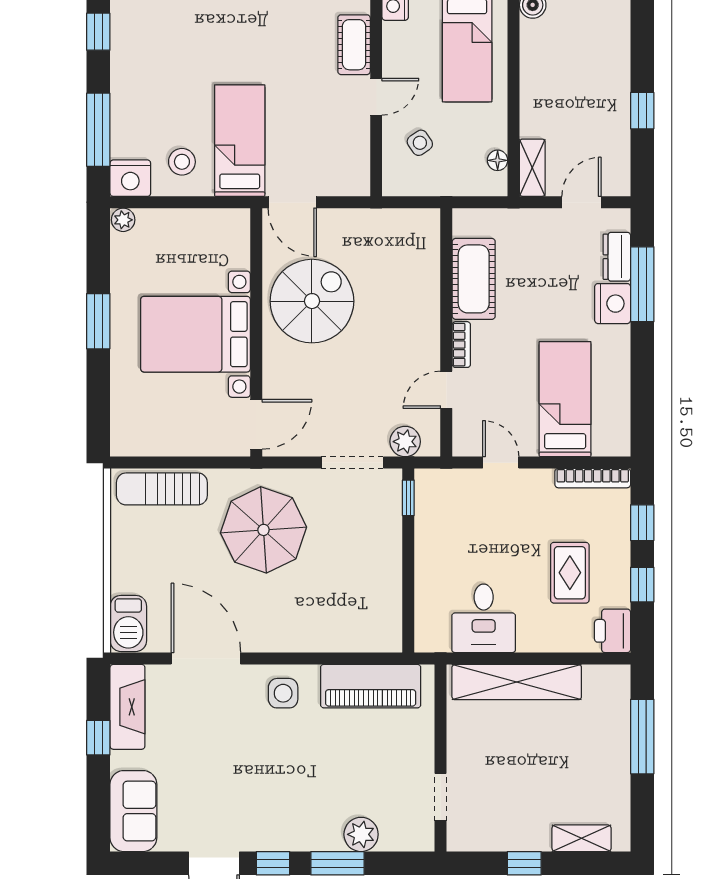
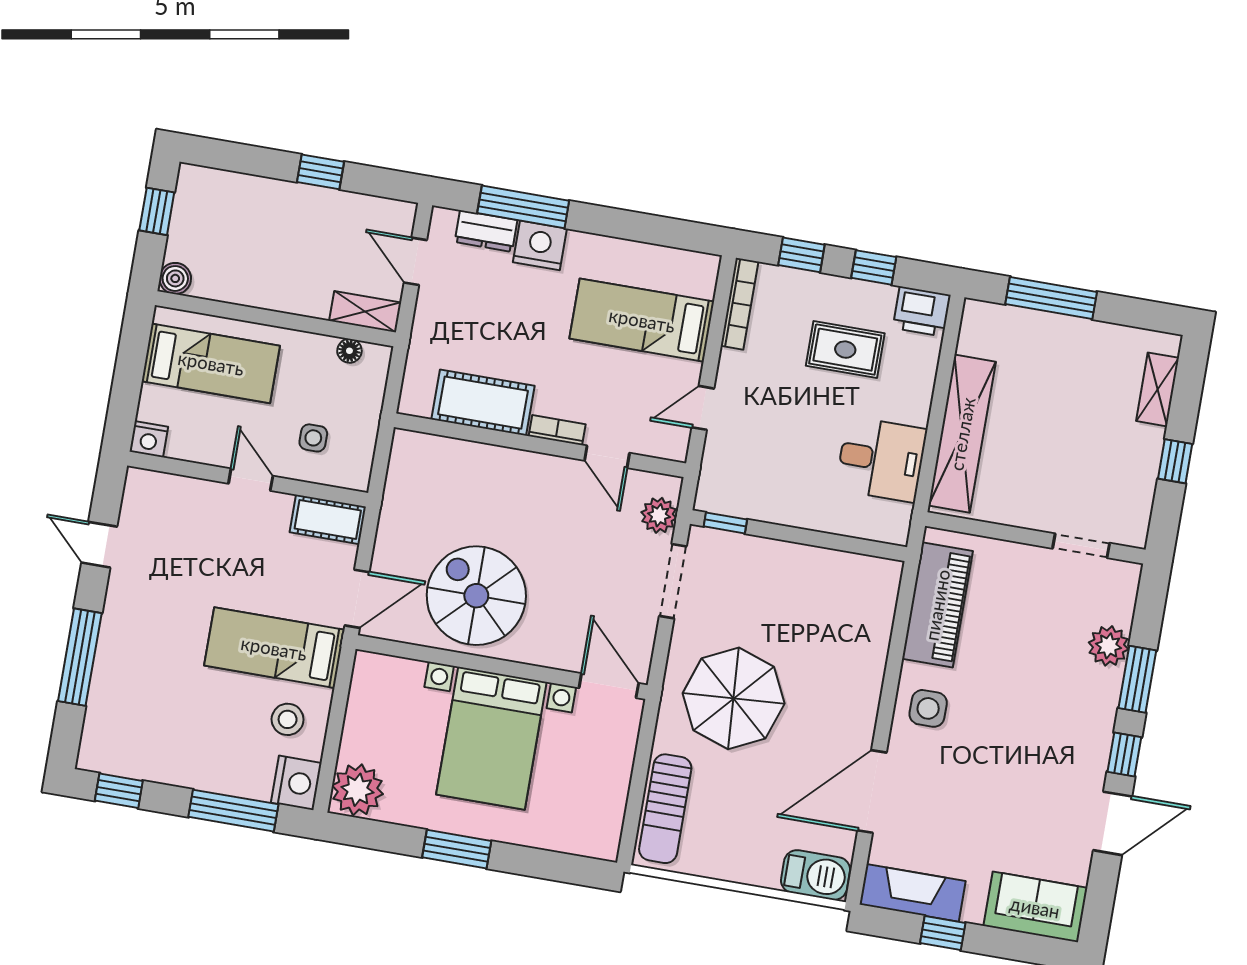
cot: (354, 45) -> (328, 520), moved
side table: (420, 143) -> (313, 438), turned 34
plant: (123, 220) -> (357, 790), width x1.87, depth x1.87

